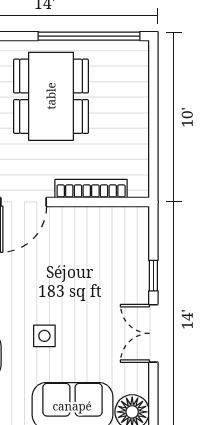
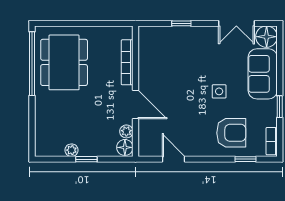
dining table: (51, 96) -> (64, 62), moved, turned 90
double door: (153, 333) -> (236, 23), moved

